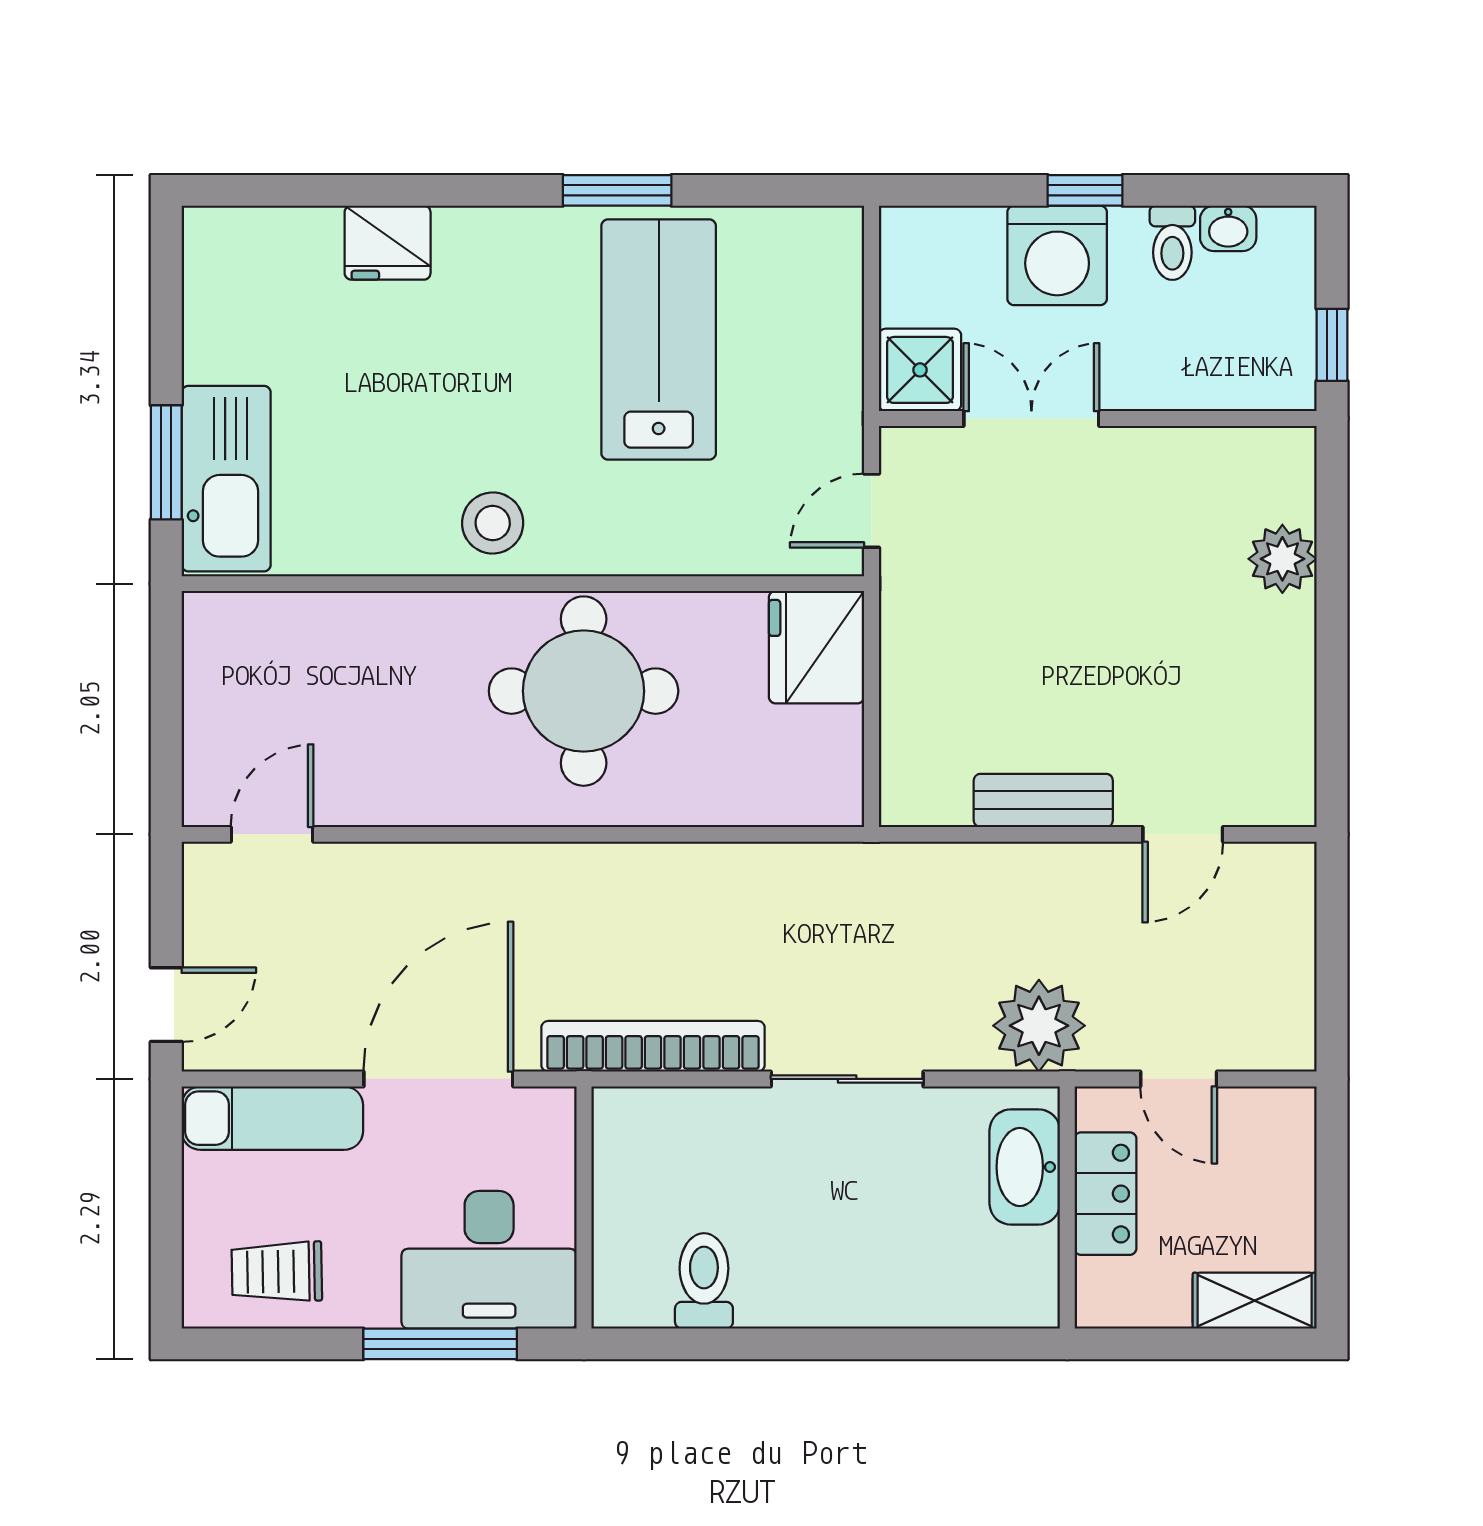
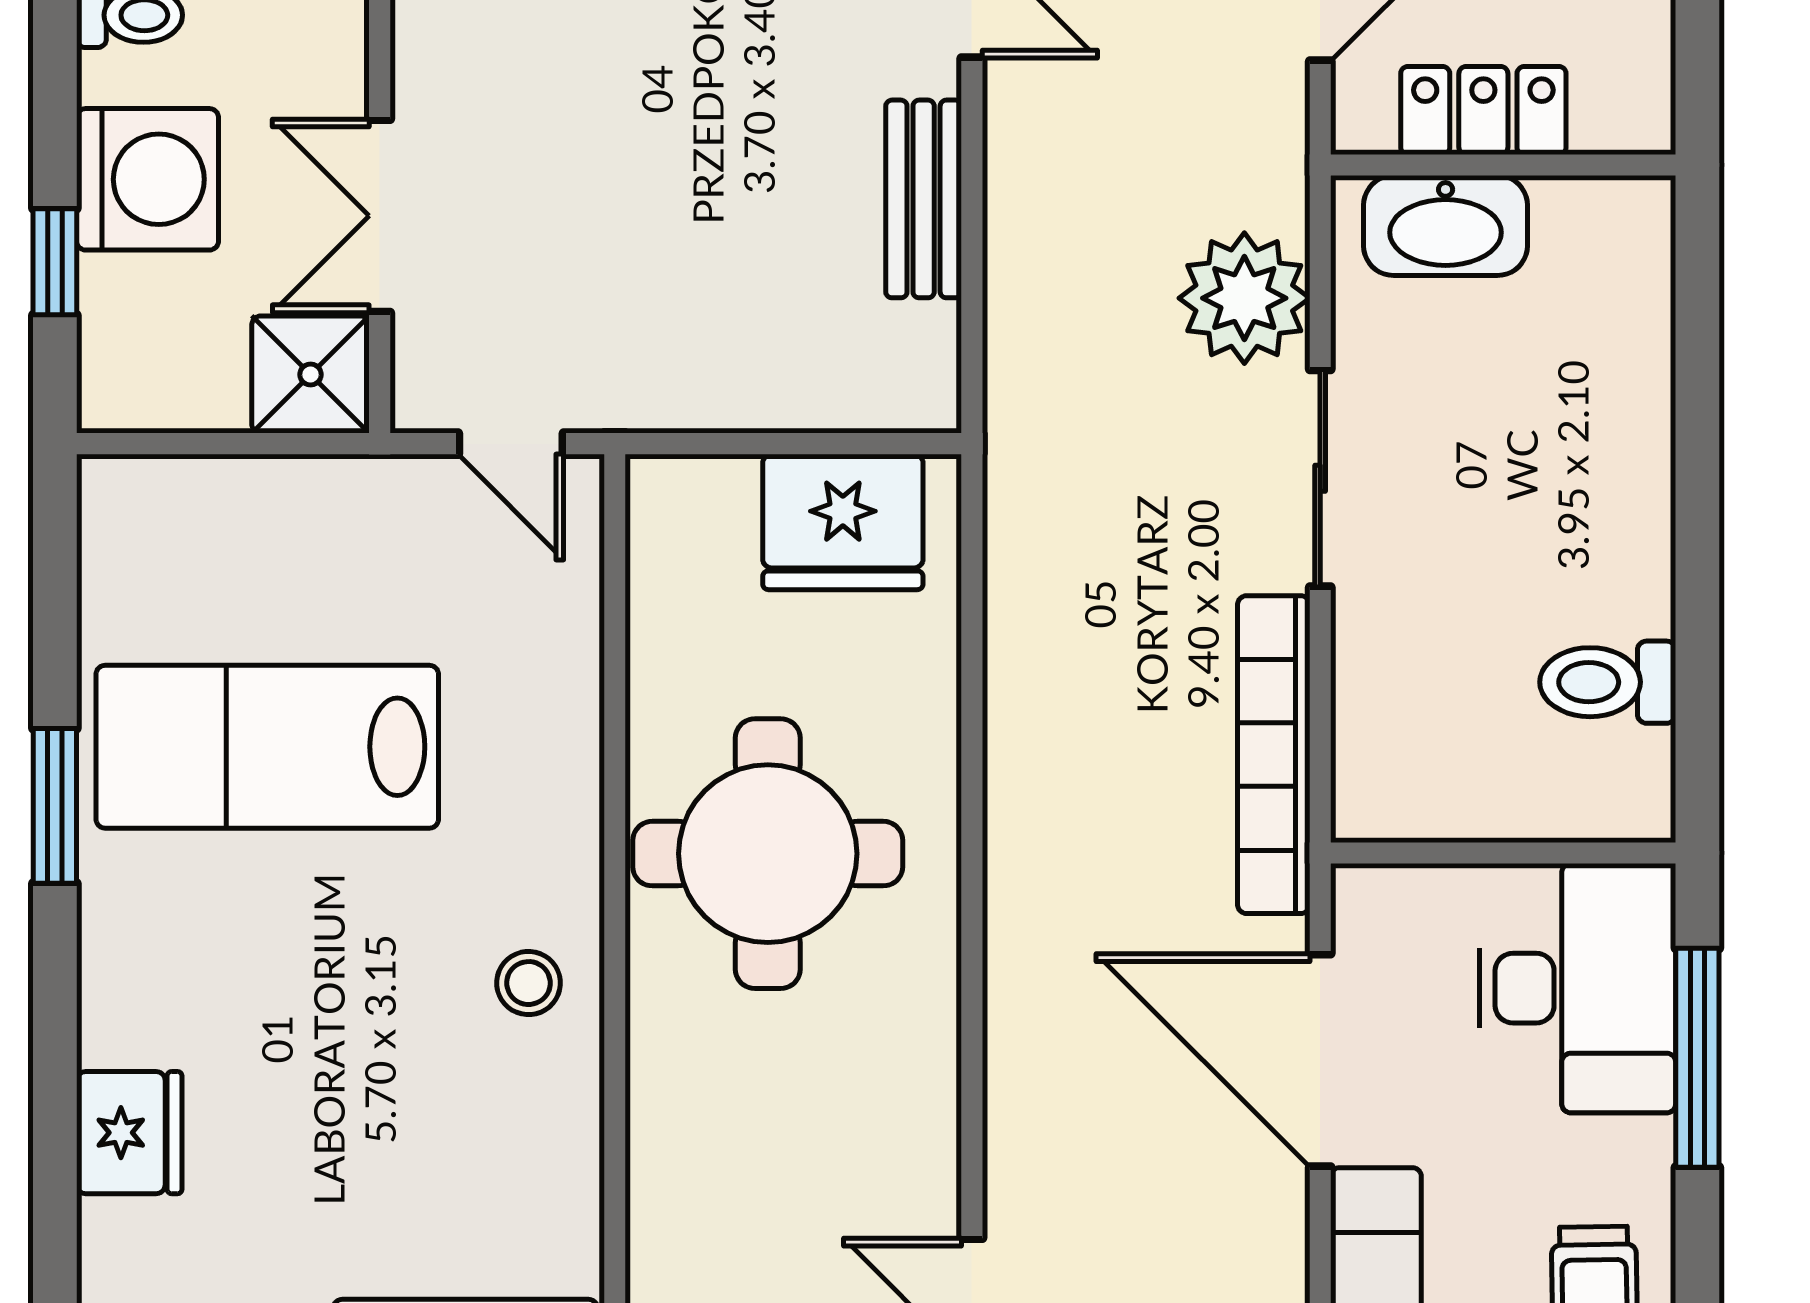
window: (1085, 190) -> (55, 262), moved
stool: (493, 523) -> (529, 983), width x0.73, depth x0.73
fridge: (816, 647) -> (843, 522), moved
plant: (1039, 1026) -> (1244, 298), moved

